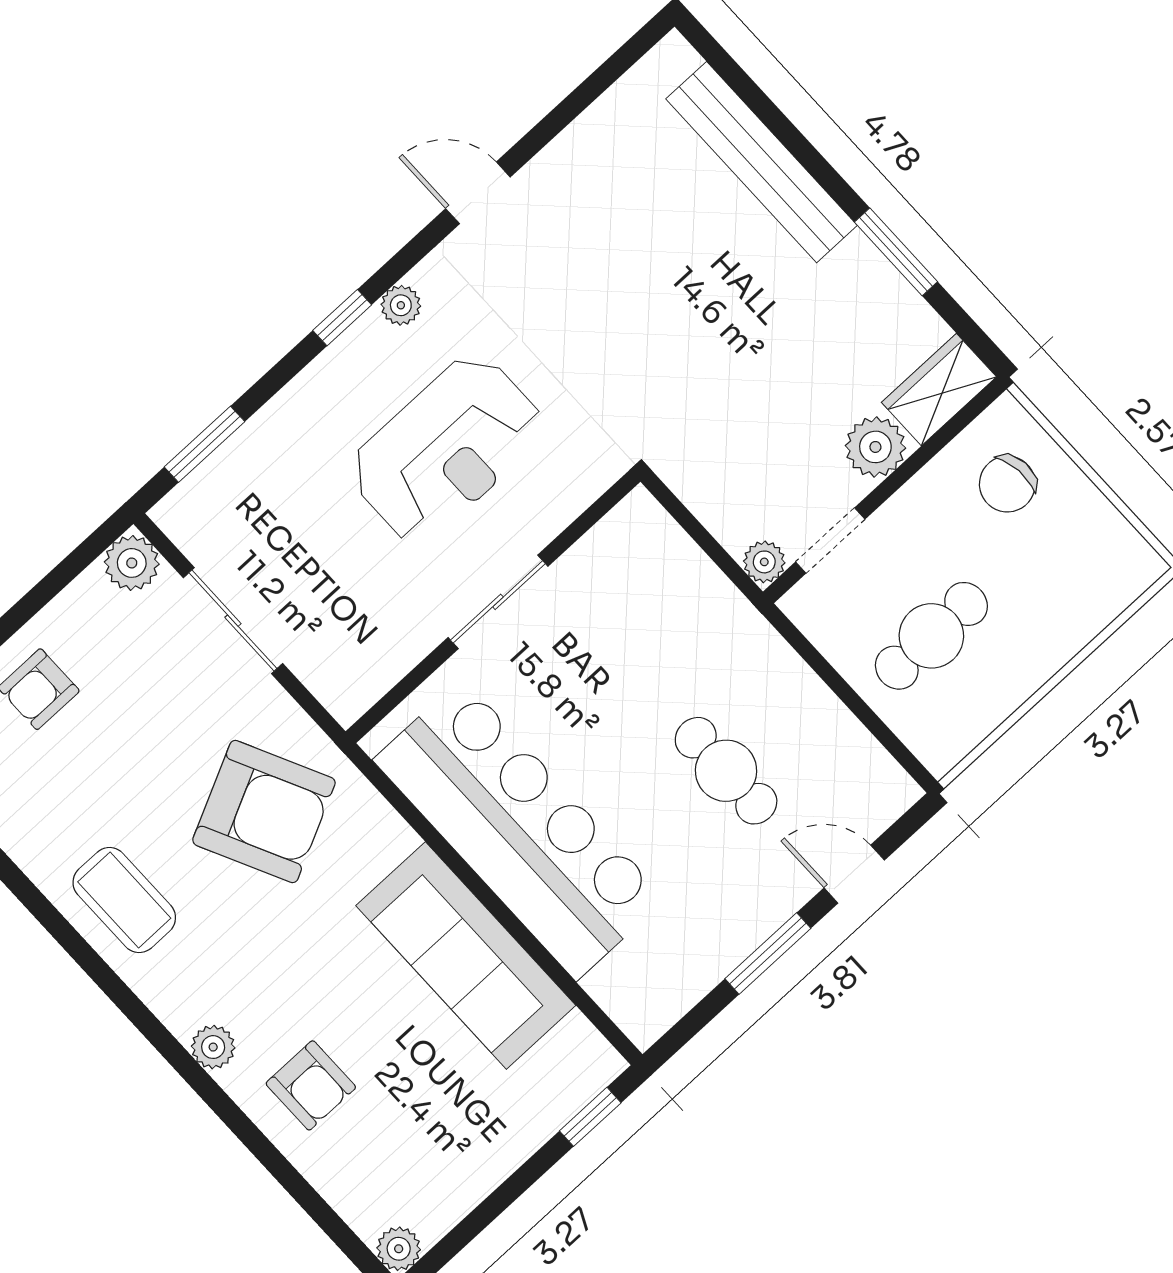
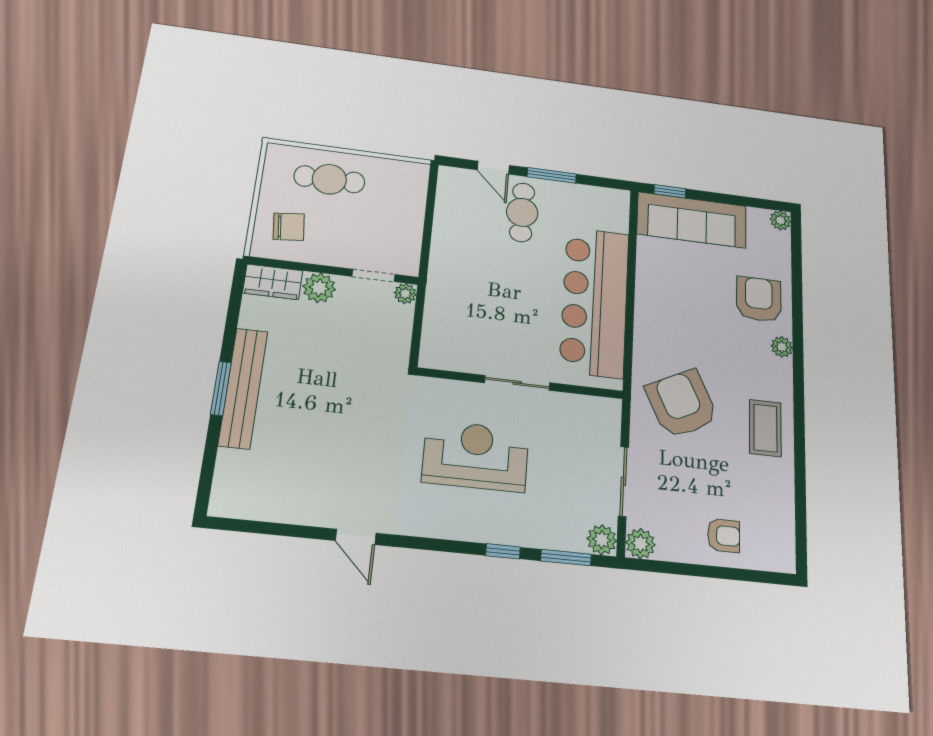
bench: (762, 162) -> (243, 388), moved
window: (896, 252) -> (221, 388), moved
plant: (401, 305) -> (602, 540), moved, width x1.38, depth x1.38
window: (342, 318) -> (503, 551), moved
cafe table: (931, 636) -> (329, 179), moved
cafe table: (726, 771) -> (522, 212), moved
sofa: (466, 955) -> (692, 220), moved, turned 90
armchair: (311, 1085) -> (759, 299), width x1.38, depth x1.38

